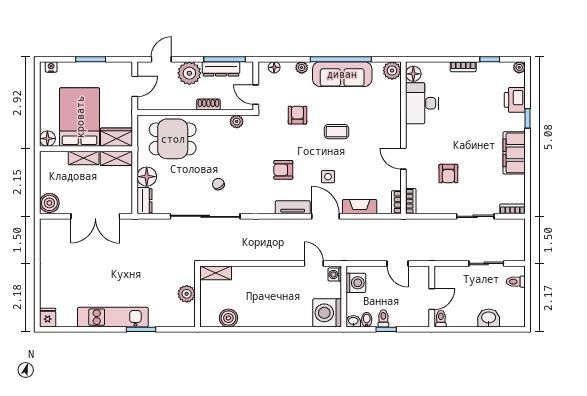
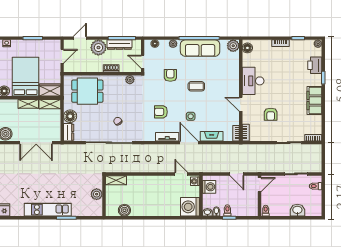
desk: (422, 103) -> (253, 81), moved
door: (432, 299) -> (260, 185), moved

